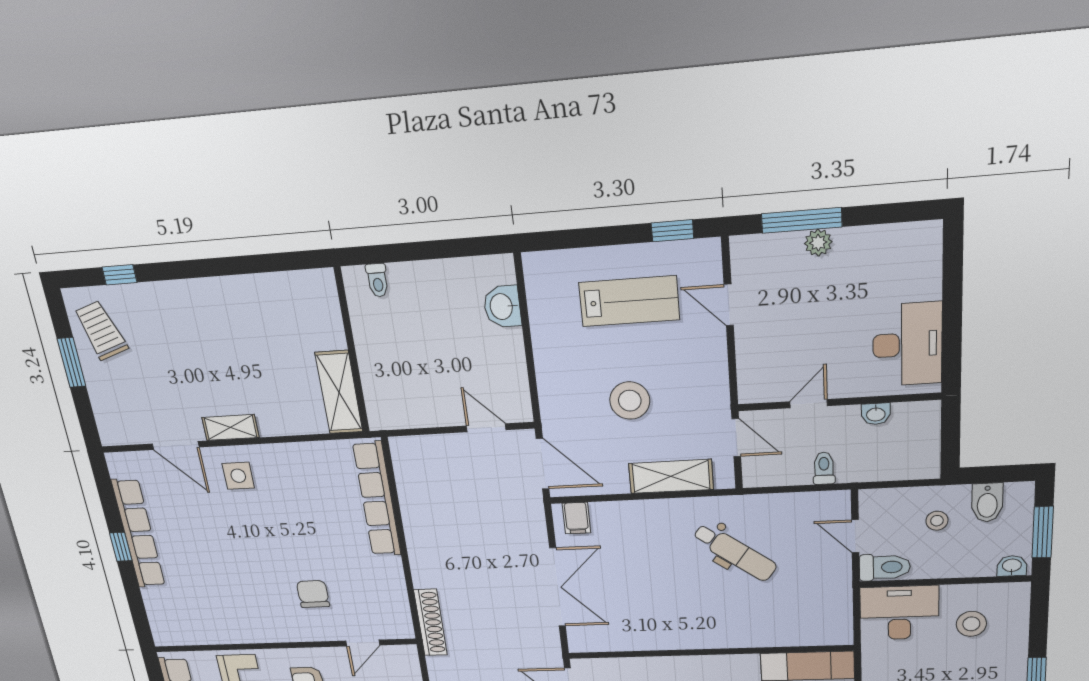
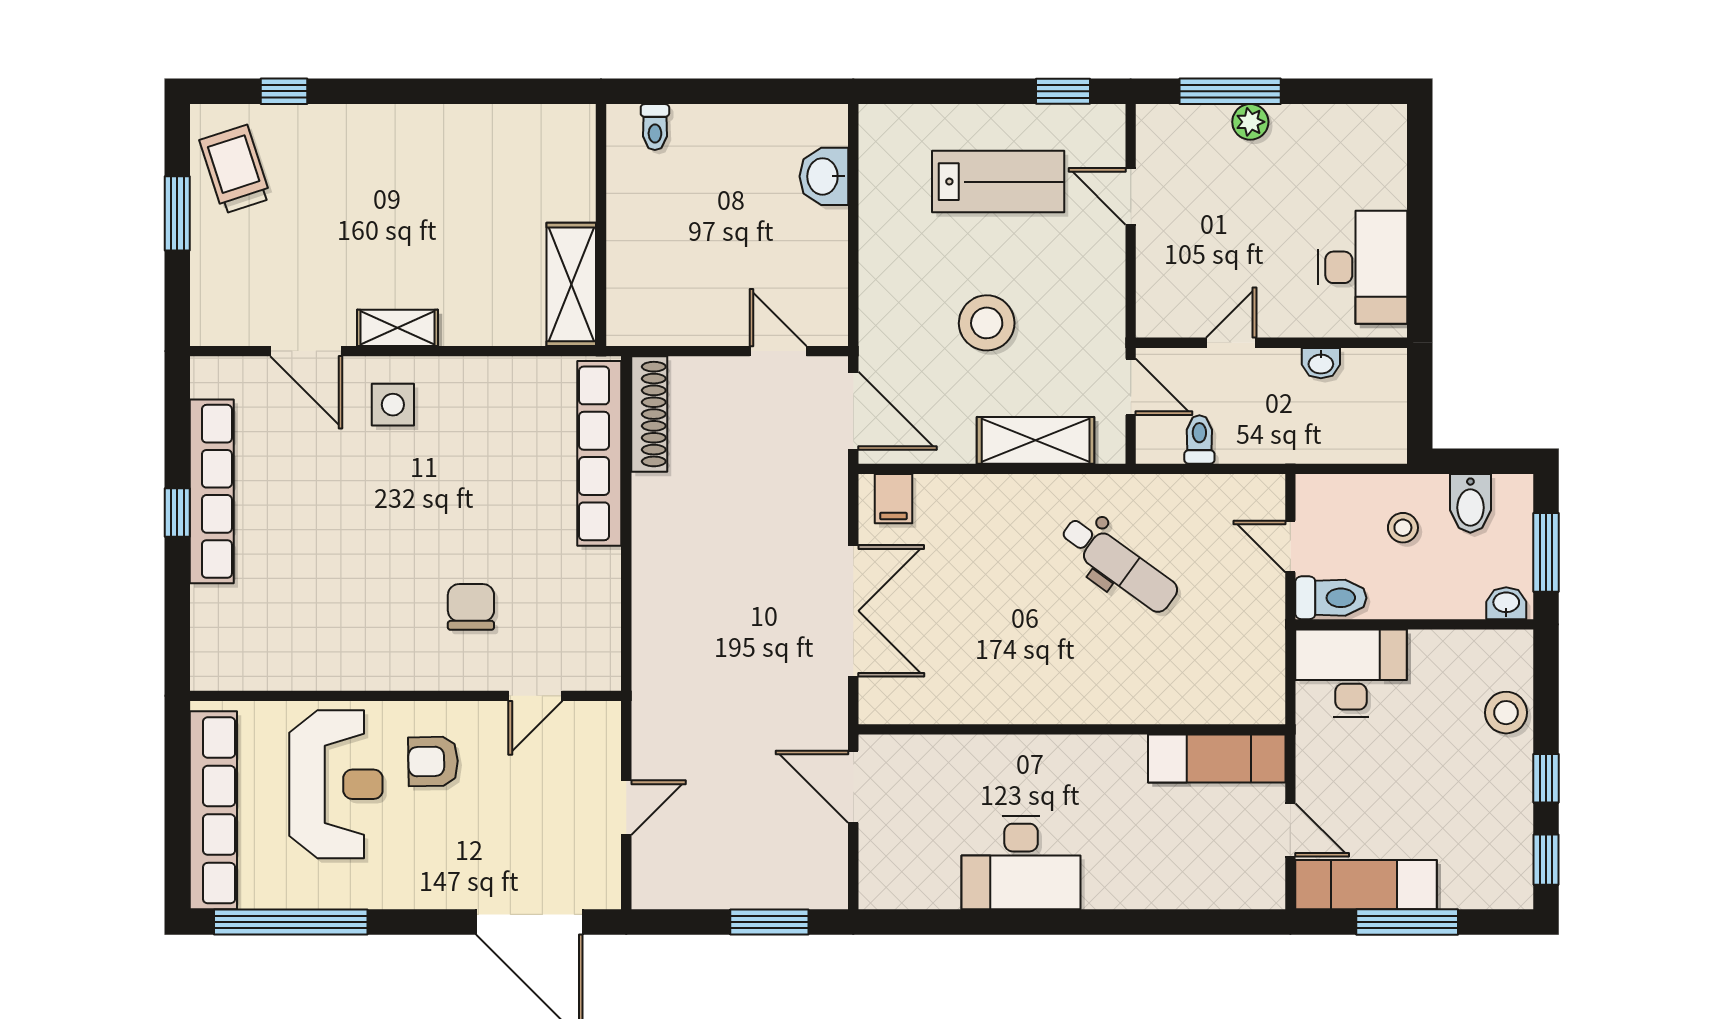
toilet: (824, 468) -> (1199, 439), moved
shoe rack: (430, 622) -> (649, 414), moved
stool: (971, 624) -> (1506, 713), moved

